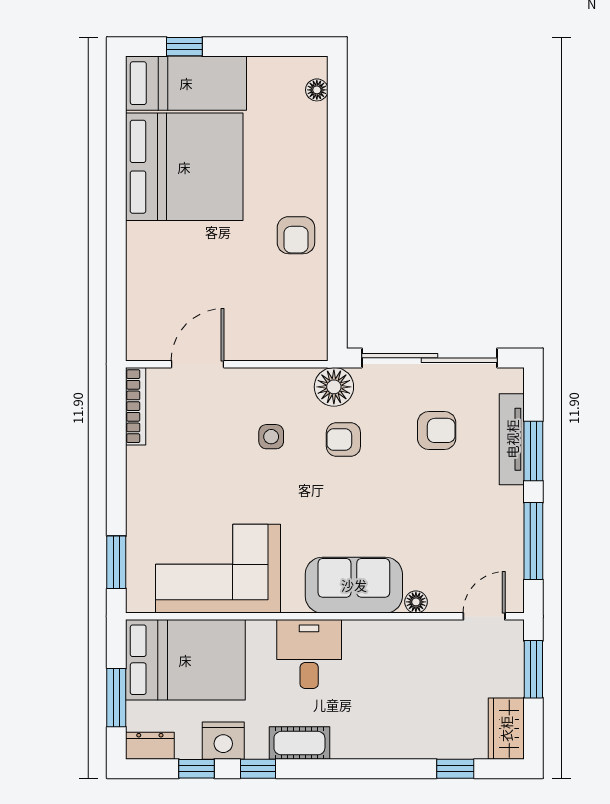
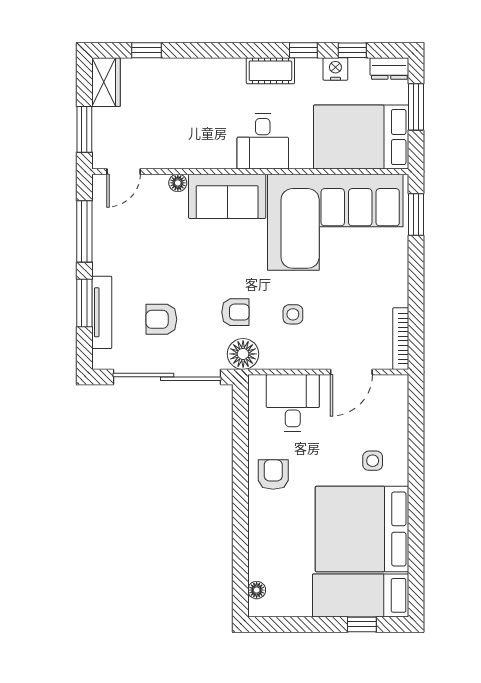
side table: (171, 253) -> (373, 461), added
desk: (271, 325) -> (293, 403), added
corner sofa: (218, 569) -> (335, 222), width x1.36, depth x1.36
nightstand: (223, 741) -> (335, 69), width x0.74, depth x0.75

